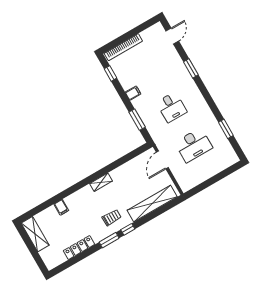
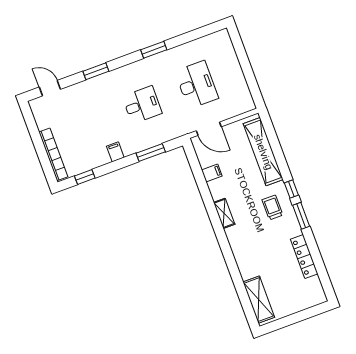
window: (226, 129) -> (154, 50), moved
filing cabinet: (61, 207) -> (212, 173), moved
shelving: (35, 234) -> (259, 300), moved, turned 90

